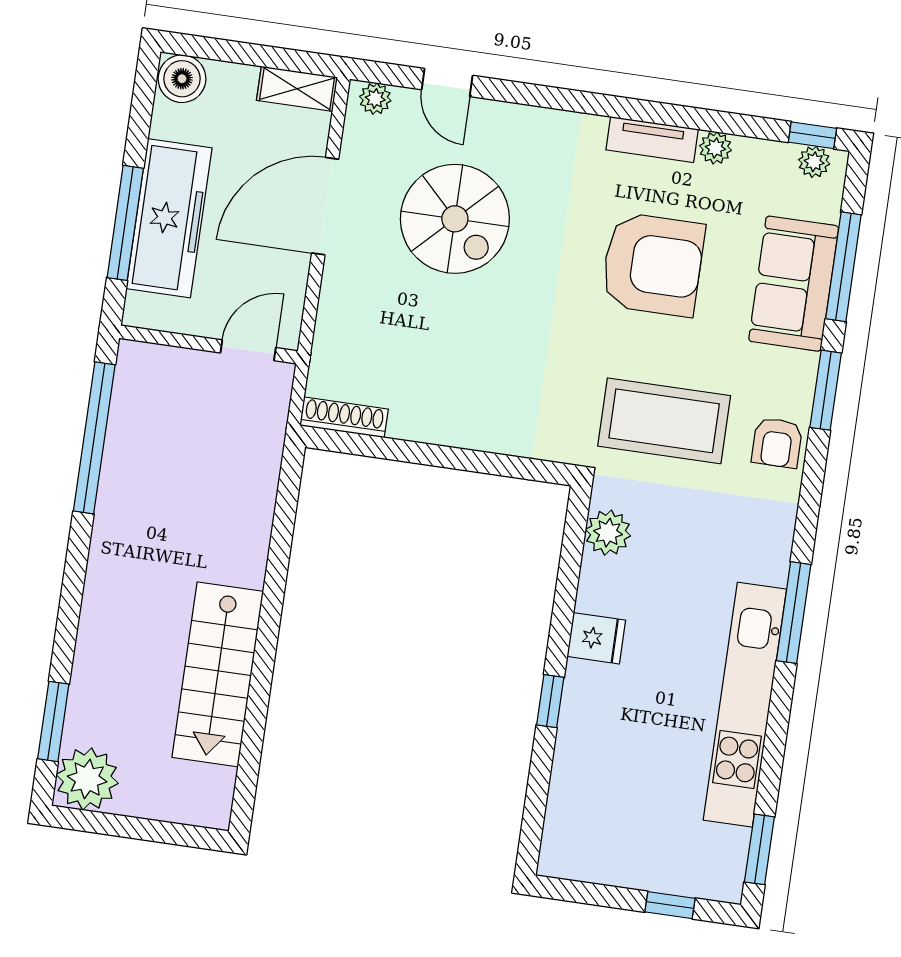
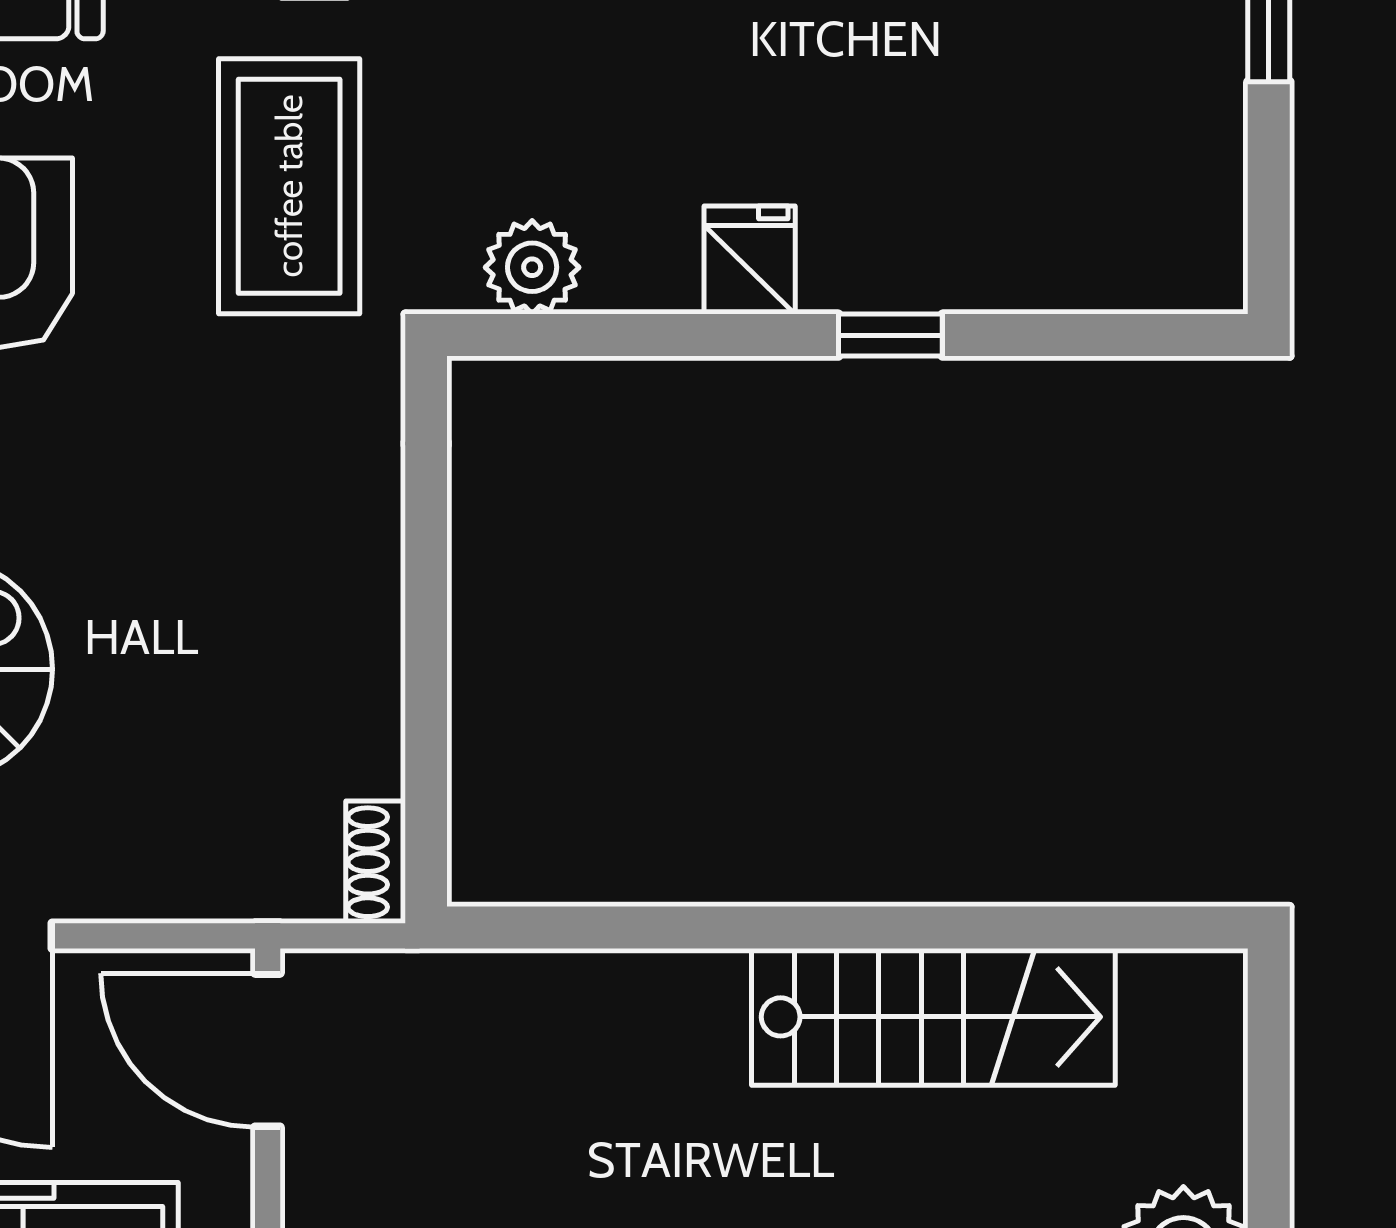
door: (248, 350) -> (268, 1050), width x1.38
shoe rack: (344, 417) -> (376, 862), width x0.70

